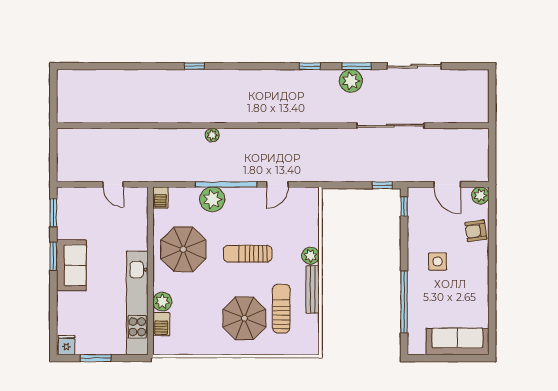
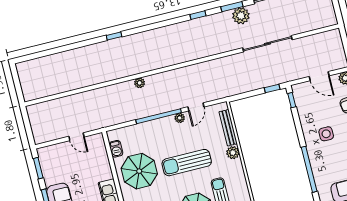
plant: (351, 81) -> (241, 16), moved
barbecue: (160, 198) -> (116, 149), moved
plant: (212, 199) -> (180, 118), moved, width x0.53, depth x0.53
sun lounger: (248, 254) -> (187, 163), width x1.36, depth x1.34
bench: (313, 289) -> (228, 128), moved

